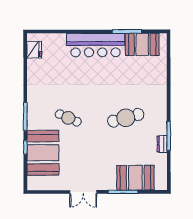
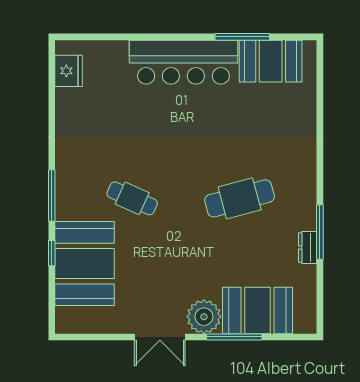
plant: (107, 181) -> (204, 317), added

